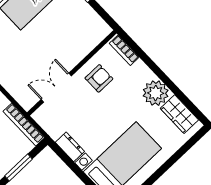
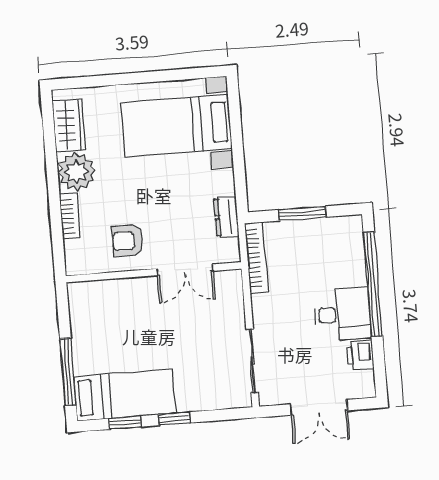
bookcase: (124, 50) -> (70, 216), moved
dresser: (70, 147) -> (226, 217), moved

